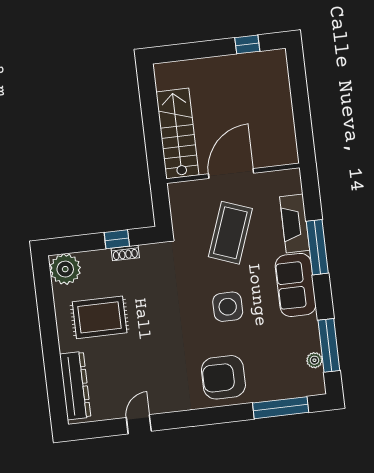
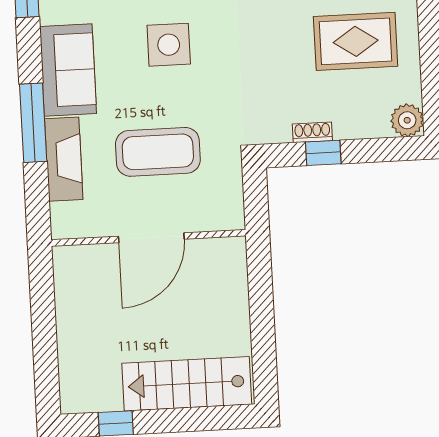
stairs: (177, 133) -> (187, 384), moved, turned 90
coffee table: (230, 233) -> (158, 152), turned 70
plant: (65, 269) -> (407, 120), width x0.73, depth x0.73

